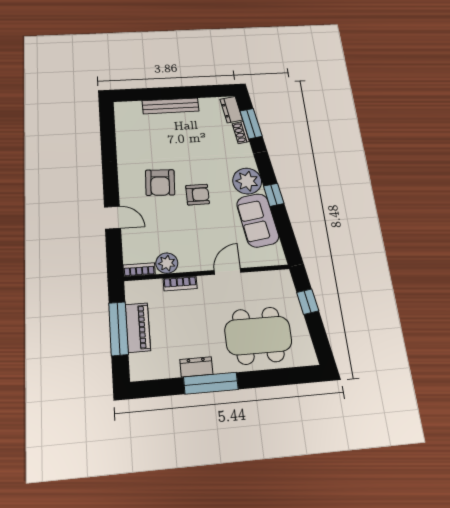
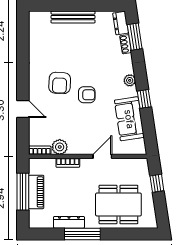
plant: (247, 181) -> (130, 80), width x0.53, depth x0.53
dresser: (196, 367) -> (69, 222), width x1.44

